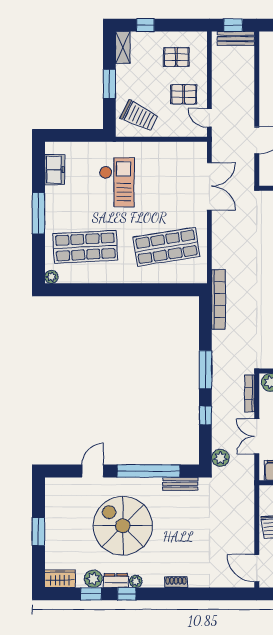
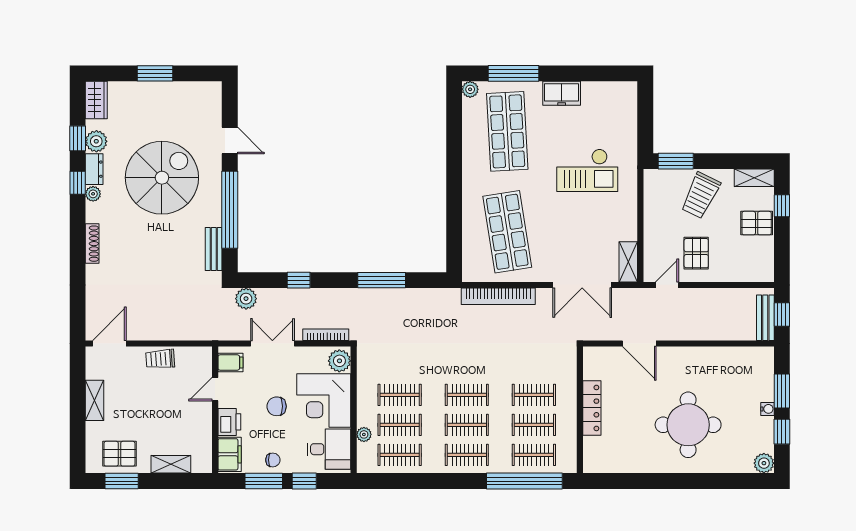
pallet: (176, 57) -> (757, 223), moved, turned 90
window: (109, 84) -> (676, 161), moved
trolley: (139, 116) -> (701, 195), moved
shelving: (191, 149) -> (628, 262), added
freezer: (55, 170) -> (562, 93), moved
window: (38, 213) -> (514, 73), moved
bookcase: (219, 299) -> (498, 296), moved
window: (205, 370) -> (382, 280), moved
shoe rack: (176, 582) -> (92, 244), width x1.43

